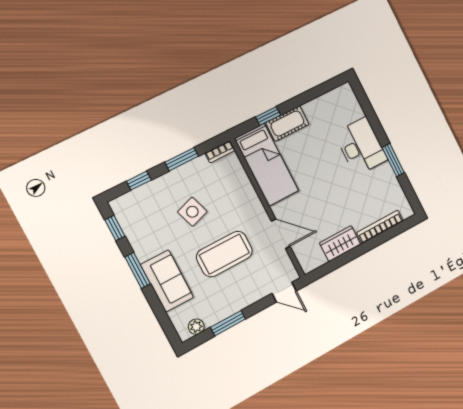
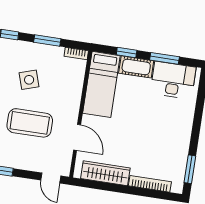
window: (308, 96) -> (164, 58), added
desk: (361, 146) -> (173, 80), moved, turned -90
window: (393, 160) -> (190, 169), moved
wardrobe: (340, 244) -> (105, 173), width x1.50

